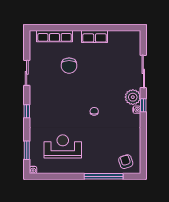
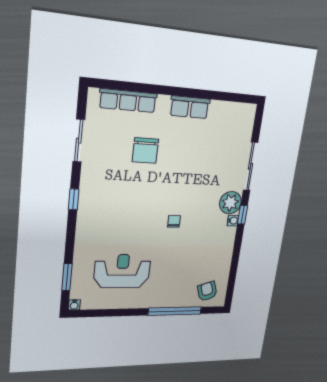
sliding door: (27, 73) -> (79, 141), moved
window: (27, 111) -> (74, 199), moved

